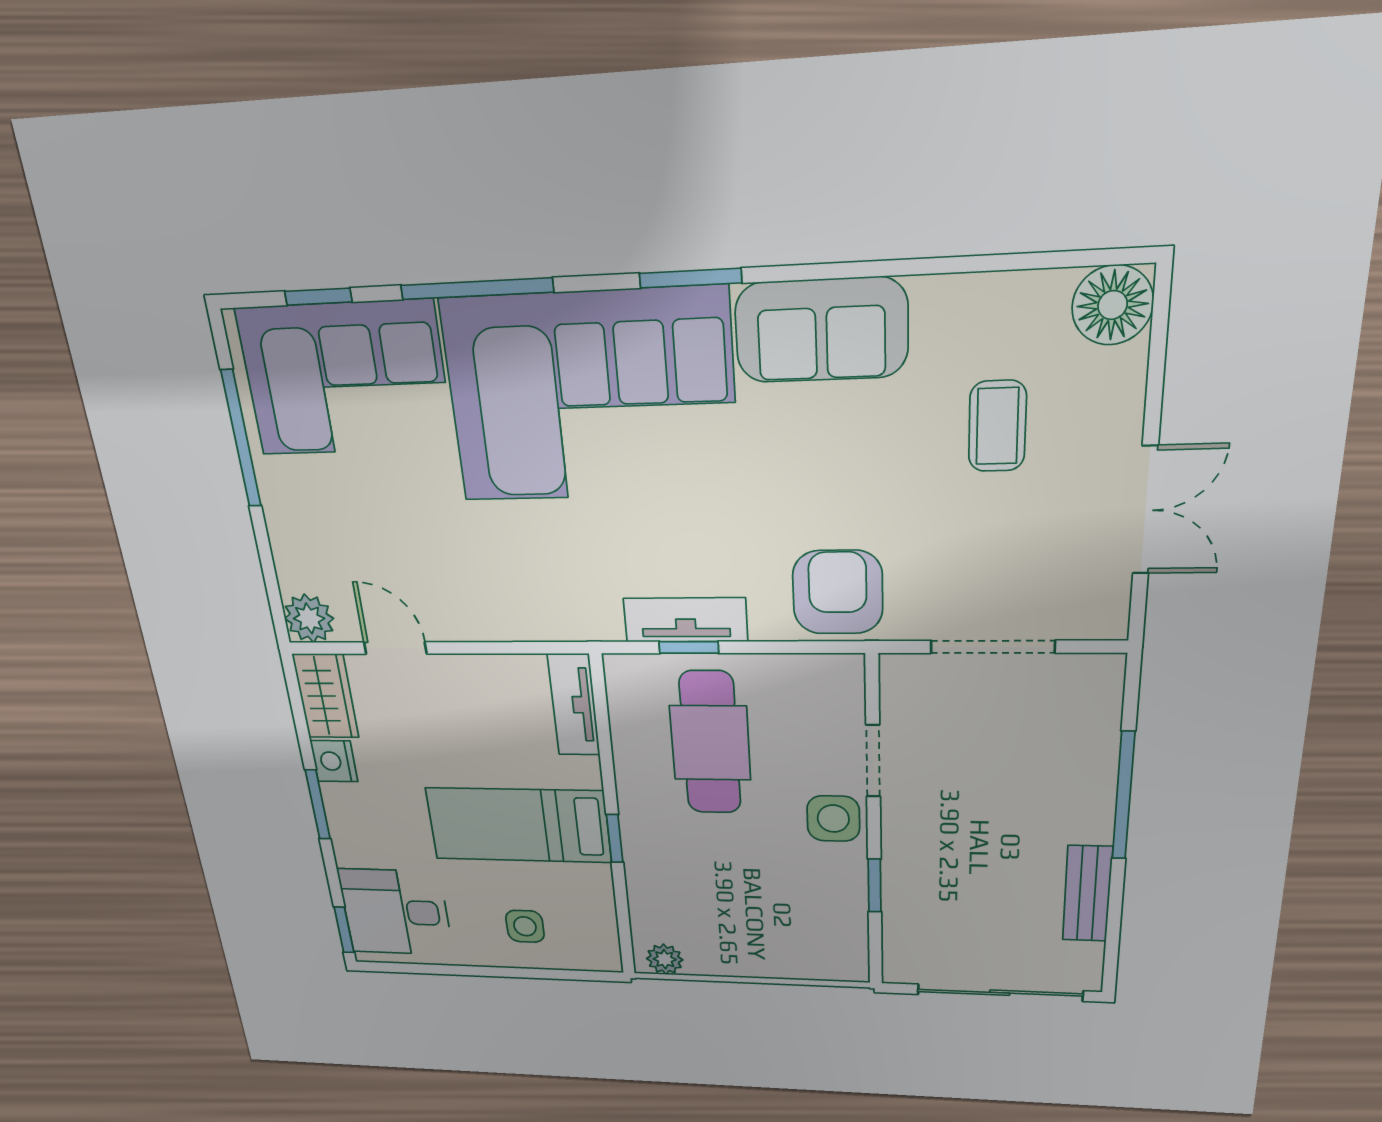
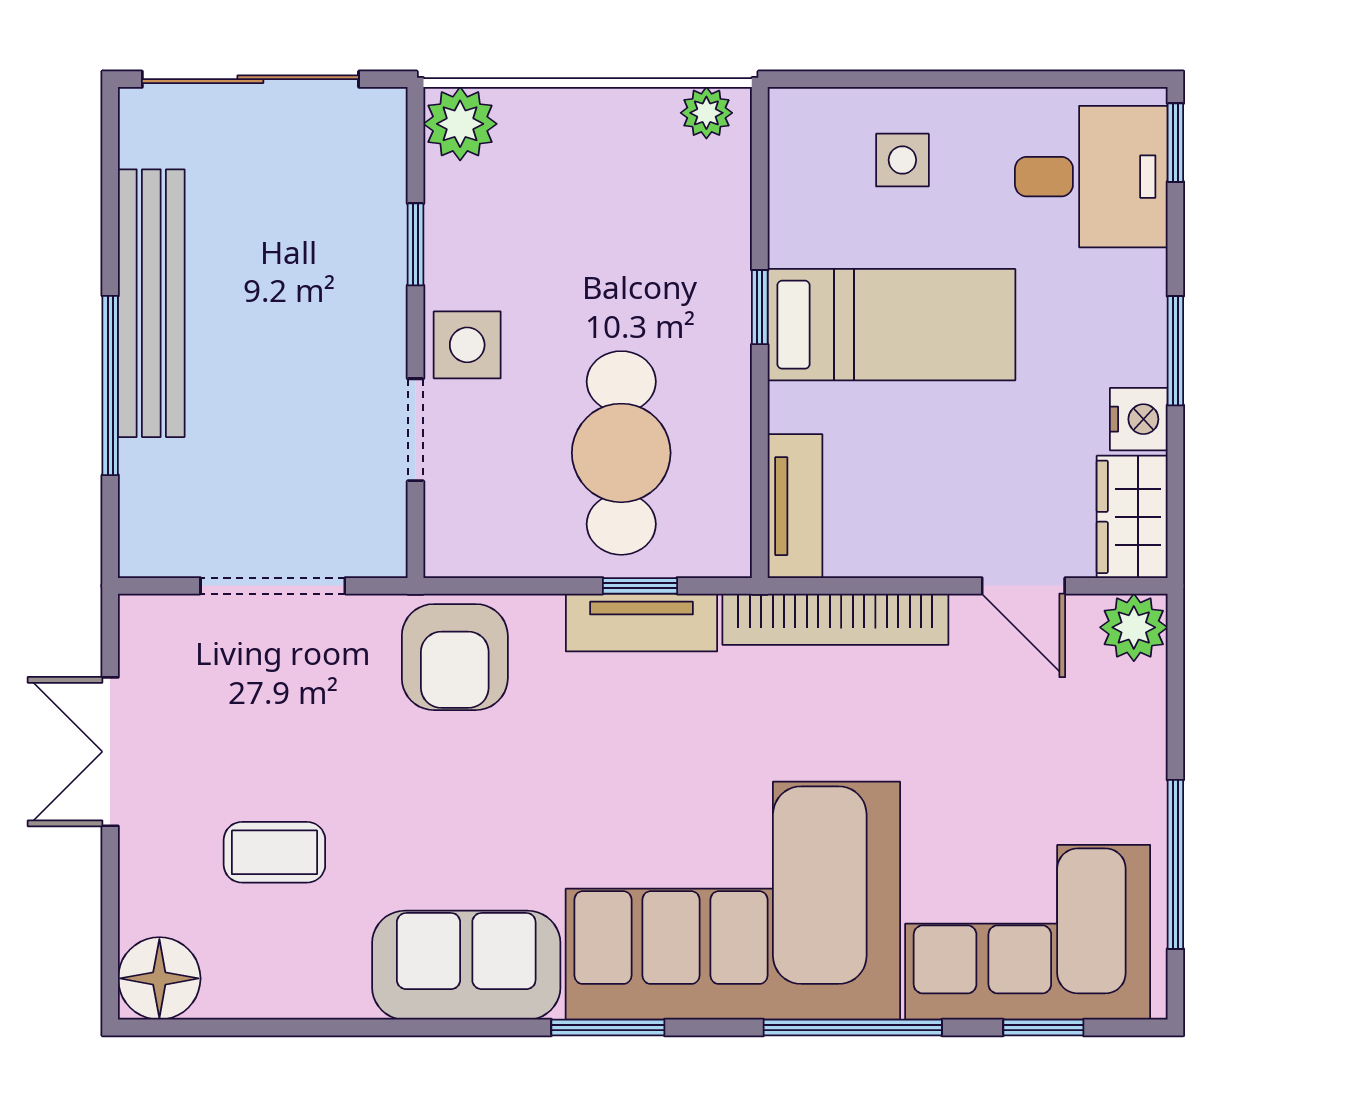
coffee table: (997, 426) -> (274, 852), turned 90
bookcase: (533, 623) -> (835, 619), added
bench: (1087, 894) -> (151, 303), width x1.86, depth x1.21
plant: (842, 960) -> (460, 124), added

